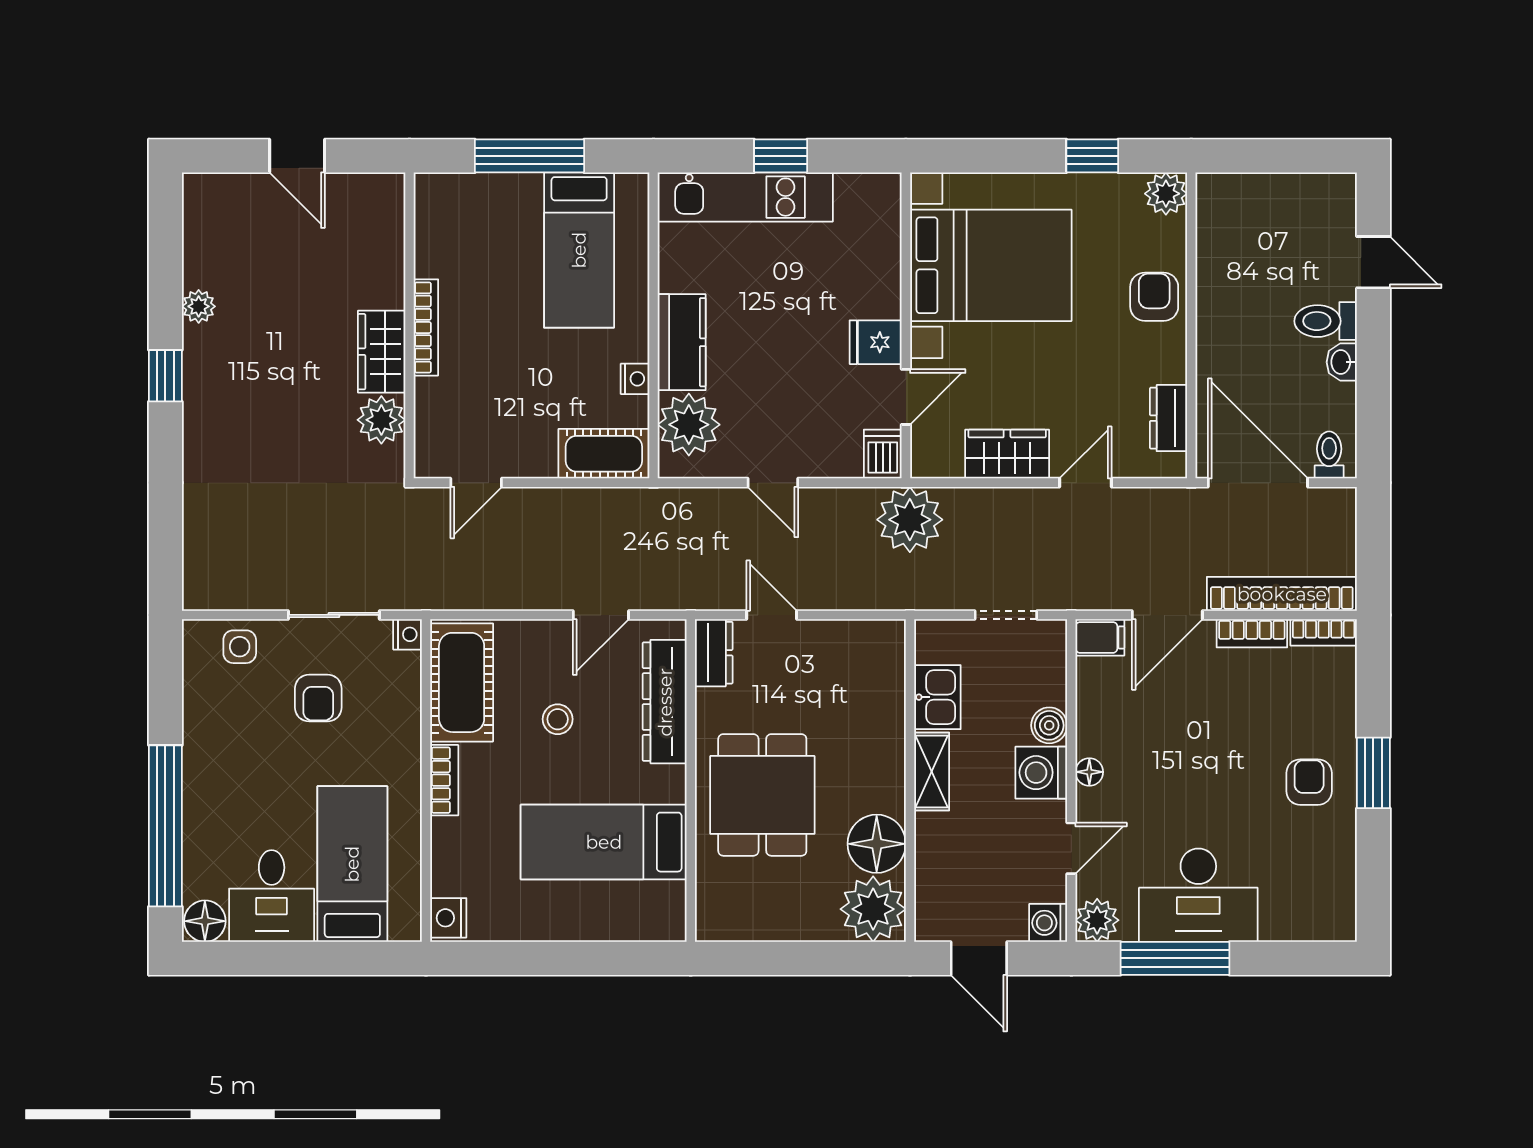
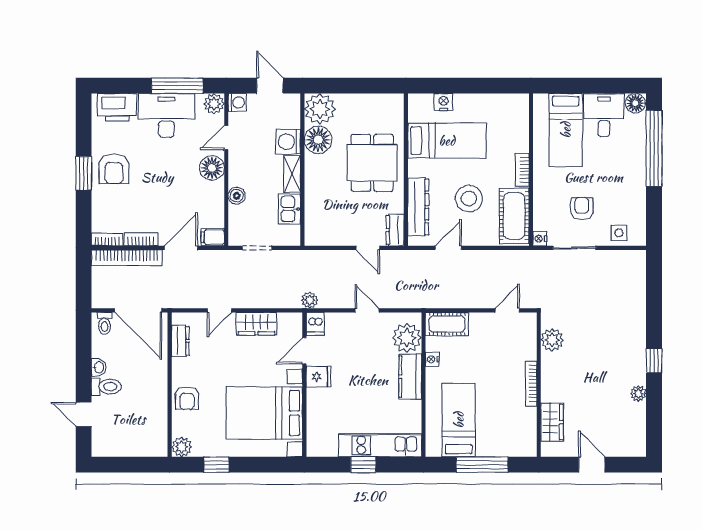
wardrobe: (382, 352) -> (552, 422), moved
plant: (910, 520) -> (310, 300), width x0.53, depth x0.53
stool: (558, 719) -> (469, 199), width x1.89, depth x1.89
floor lamp: (1089, 772) -> (212, 168), width x1.89, depth x1.89
washing machine: (1041, 773) -> (288, 142), moved, turned 180
armchair: (1309, 782) -> (114, 169), width x1.38, depth x1.38
printer: (1302, 912) -> (117, 107), added
nightstand: (448, 918) -> (443, 102), moved, turned -90

